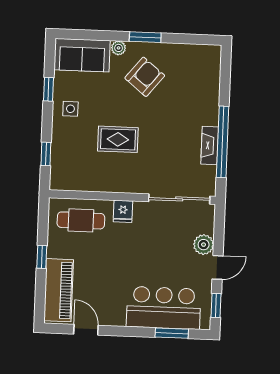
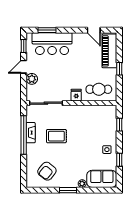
armchair: (145, 77) -> (47, 171), moved
rug: (118, 139) -> (56, 136), moved

